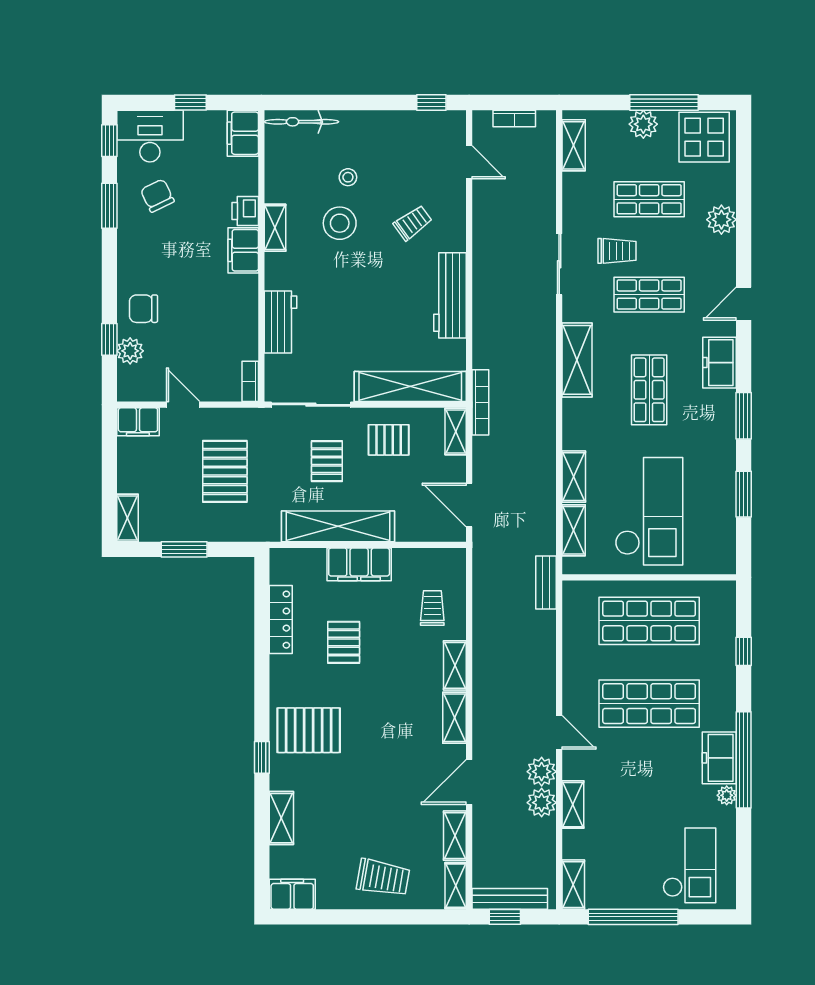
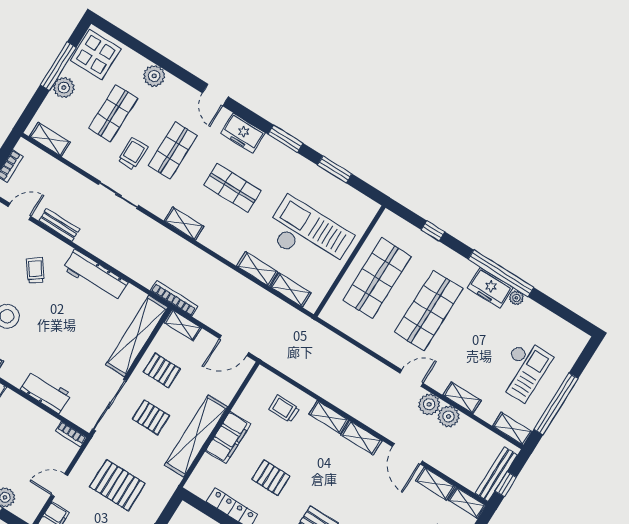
shelving: (577, 360) -> (184, 224), width x0.67, depth x0.75
pallet: (389, 440) -> (162, 370), turned 90
bench: (546, 582) -> (59, 225), moved
checkout: (689, 865) -> (523, 370), moved, turned 90

